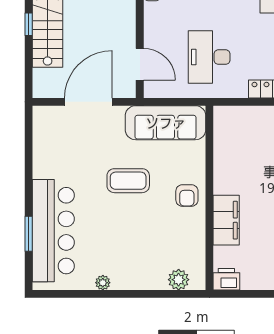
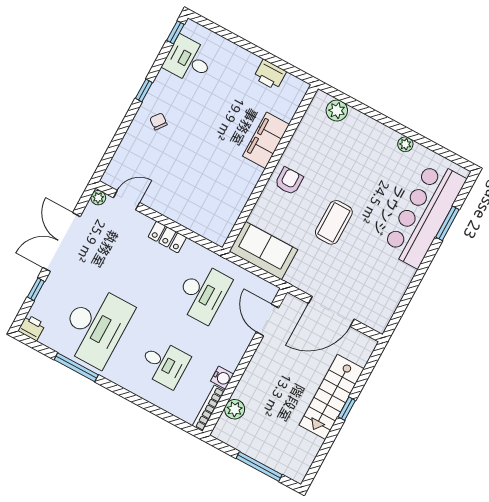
sofa: (166, 123) -> (263, 251), width x0.73
coffee table: (128, 181) -> (334, 222), turned 90
printer: (226, 279) -> (270, 75), moved

